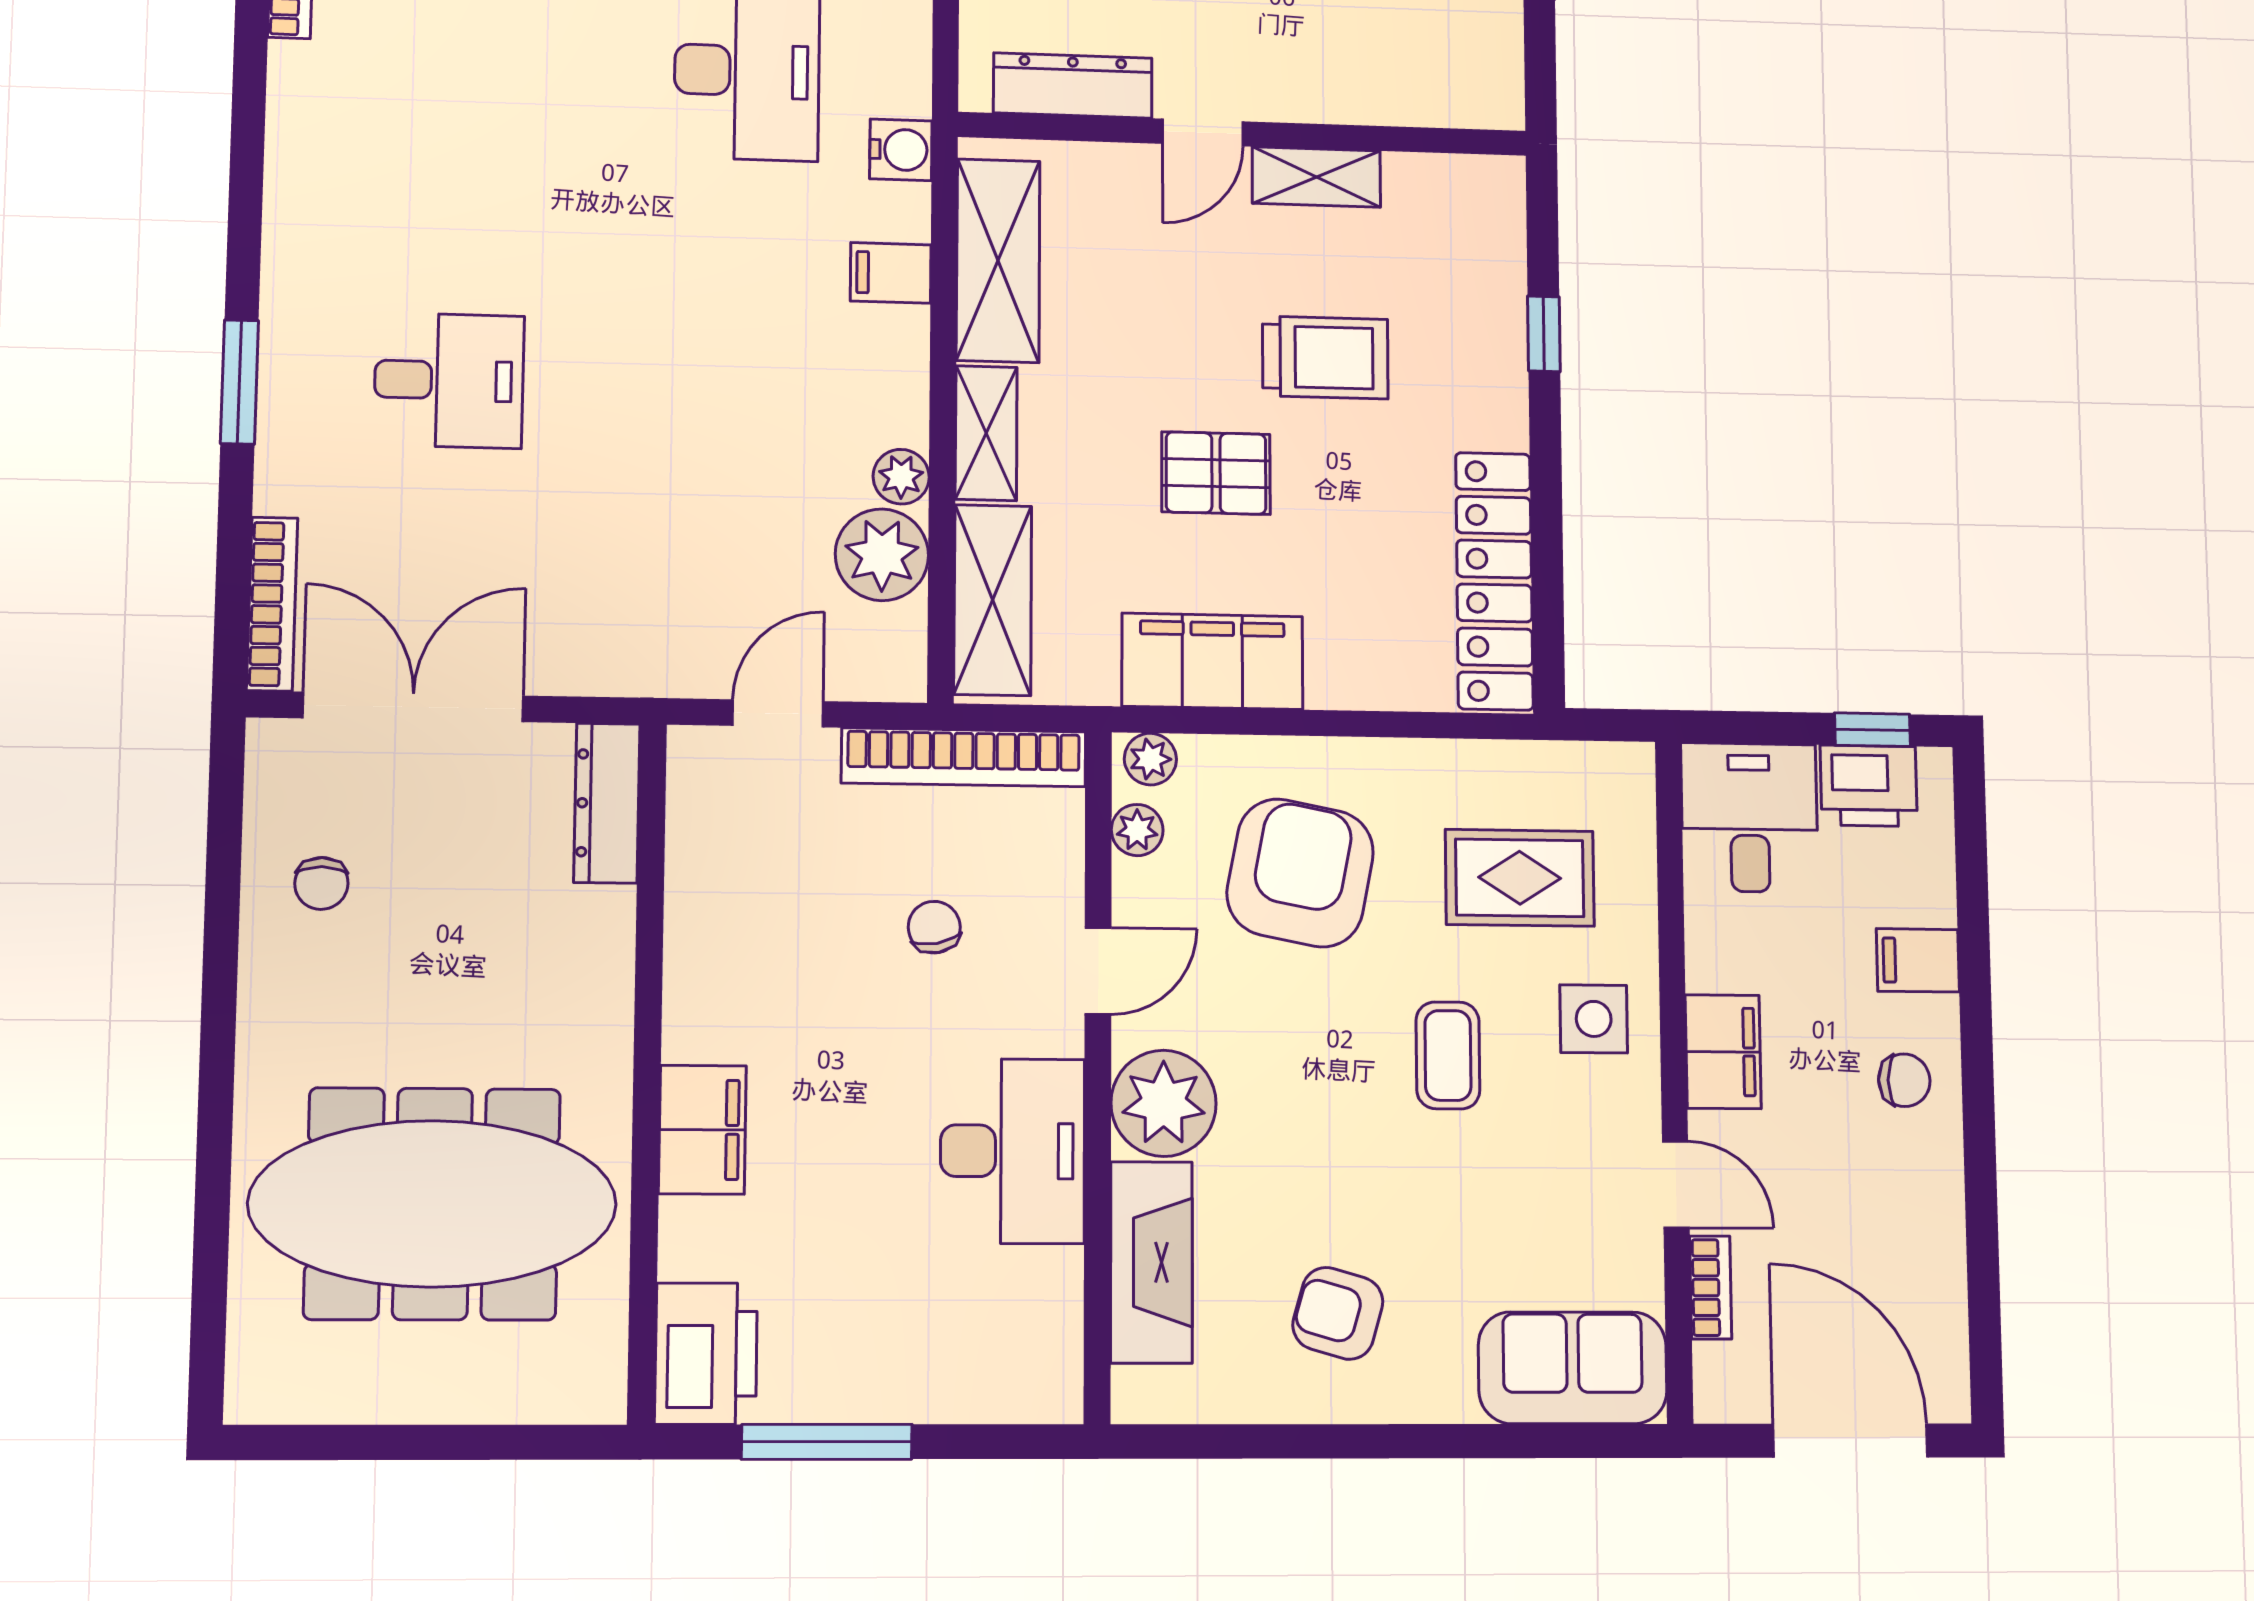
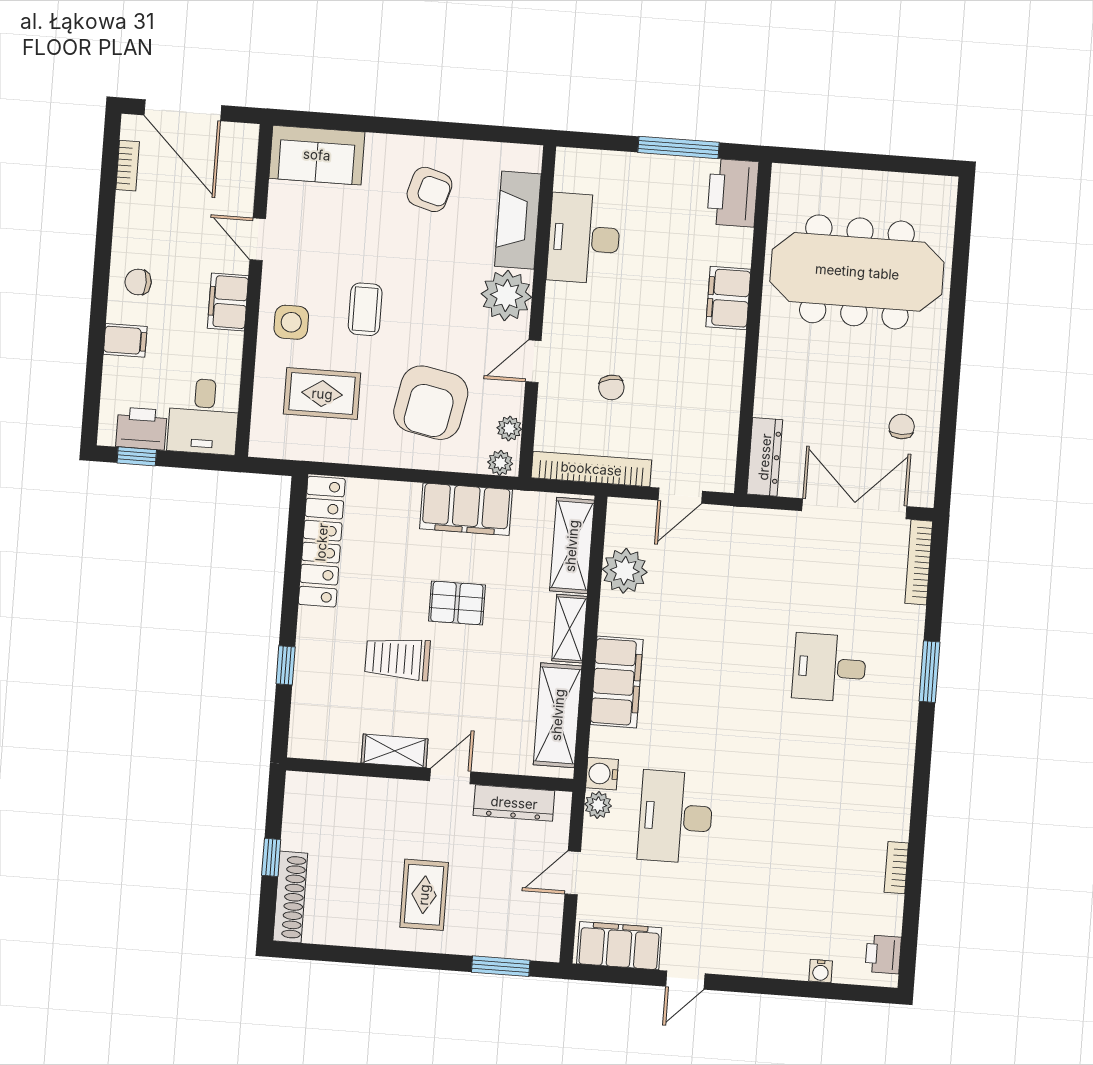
filing cabinet: (891, 273) -> (617, 682), width x3.00, depth x1.17
plant: (901, 477) -> (598, 805), moved
double door: (413, 707) -> (854, 509), swing flipped
desk: (1013, 1151) -> (584, 238), moved
bookcase: (1711, 1288) -> (128, 166), moved, turned 180

